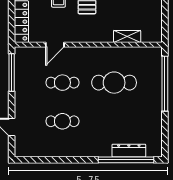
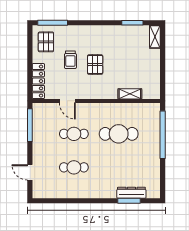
door: (55, 45) -> (67, 101), hinge flipped
window: (126, 160) -> (129, 201), width x0.47

